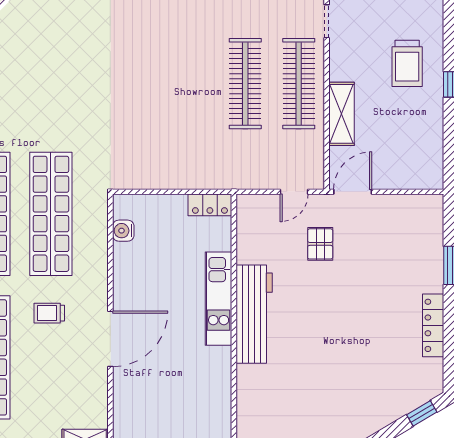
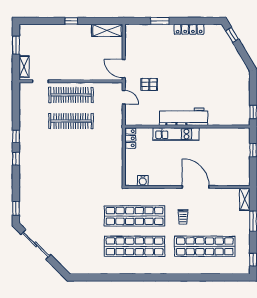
trolley: (407, 63) -> (61, 42), removed
shelving: (342, 114) -> (107, 30), moved

